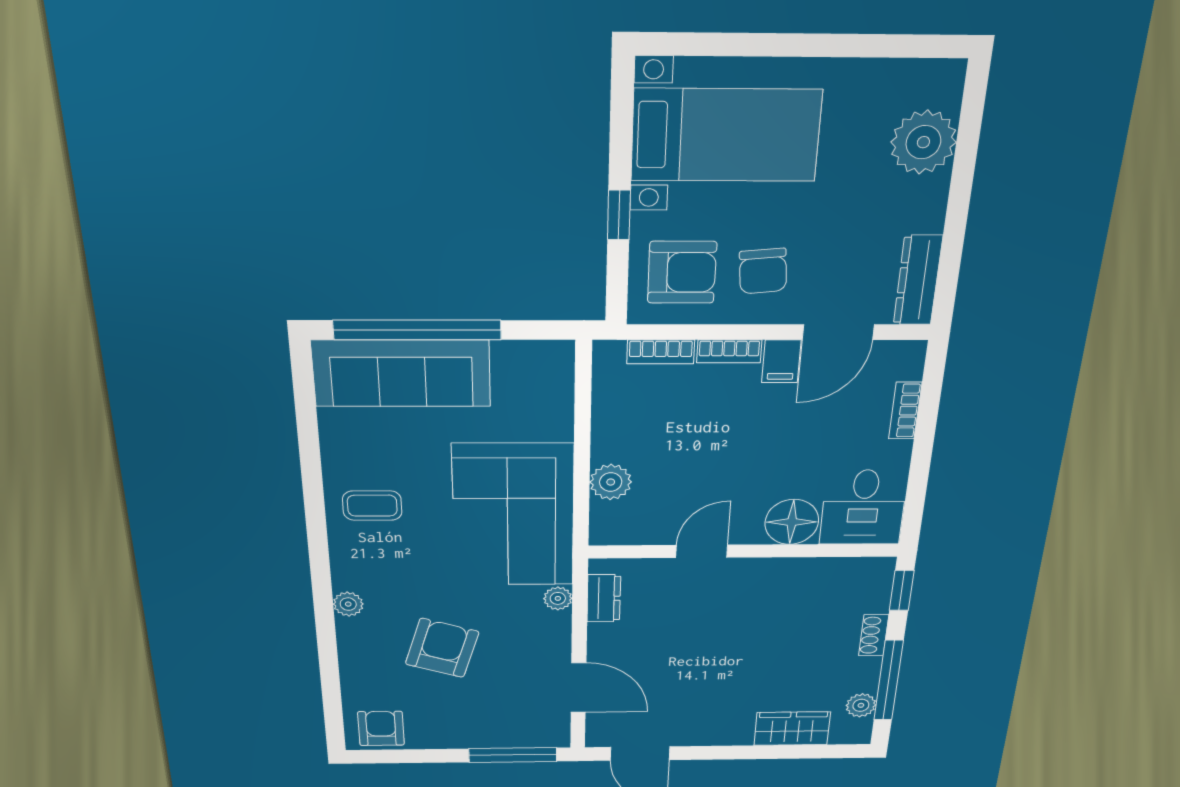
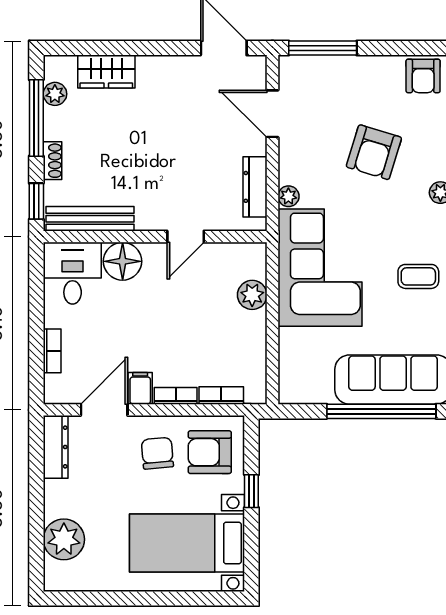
bench: (831, 571) -> (90, 219), added
dresser: (604, 598) -> (255, 187), width x1.44

